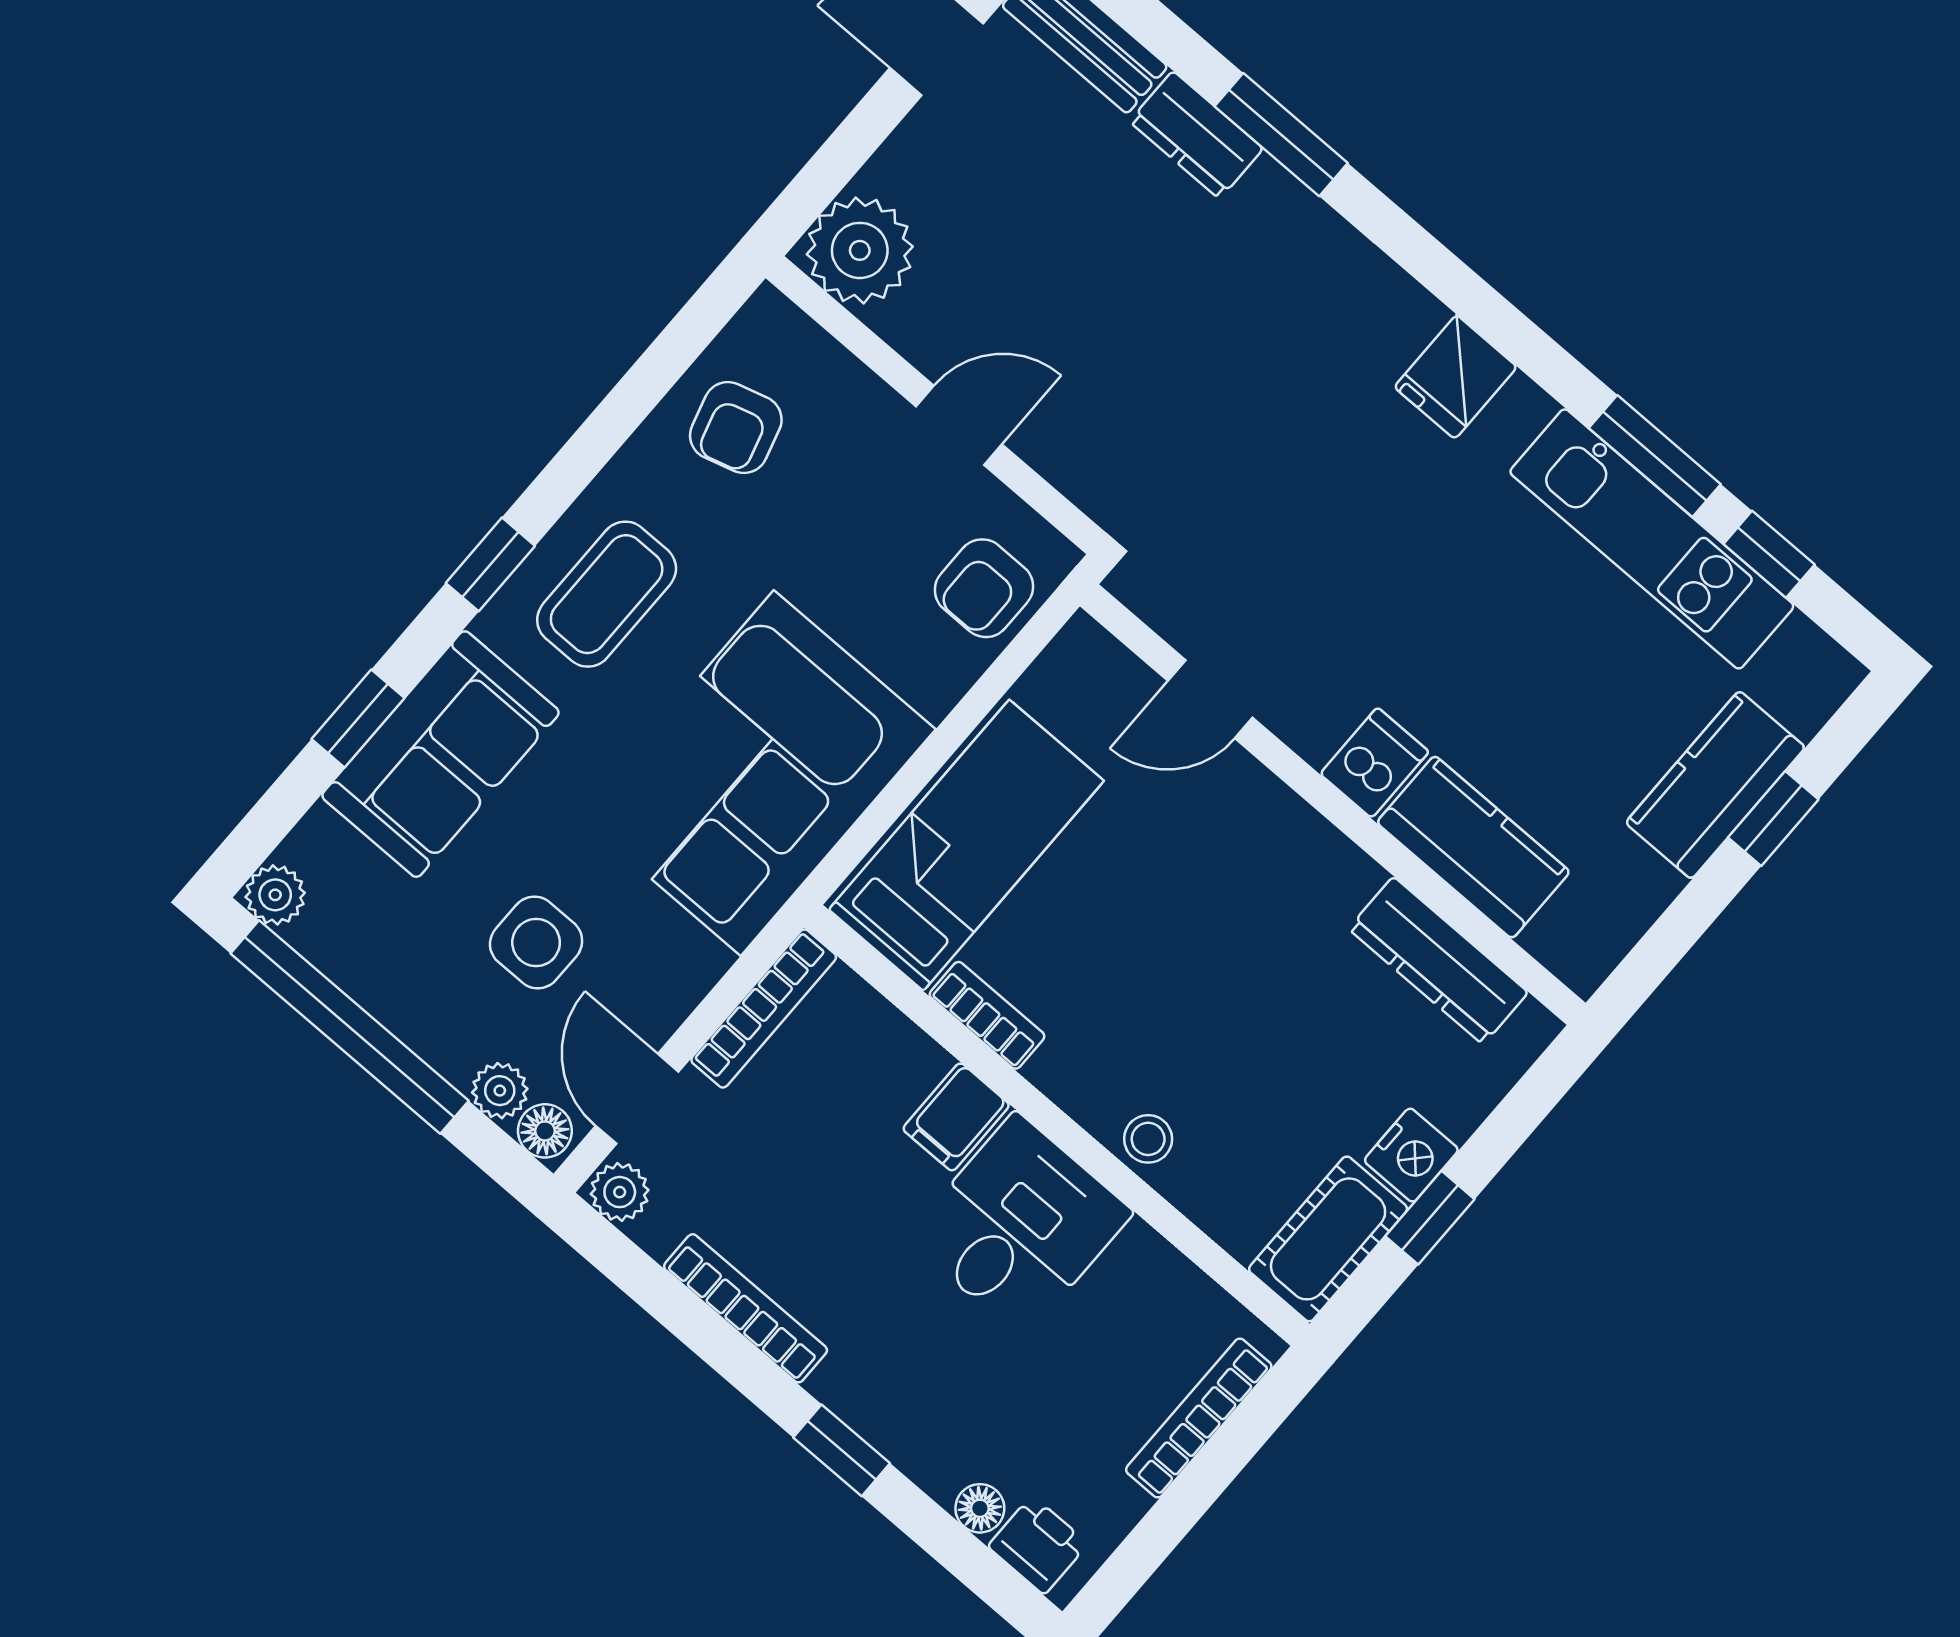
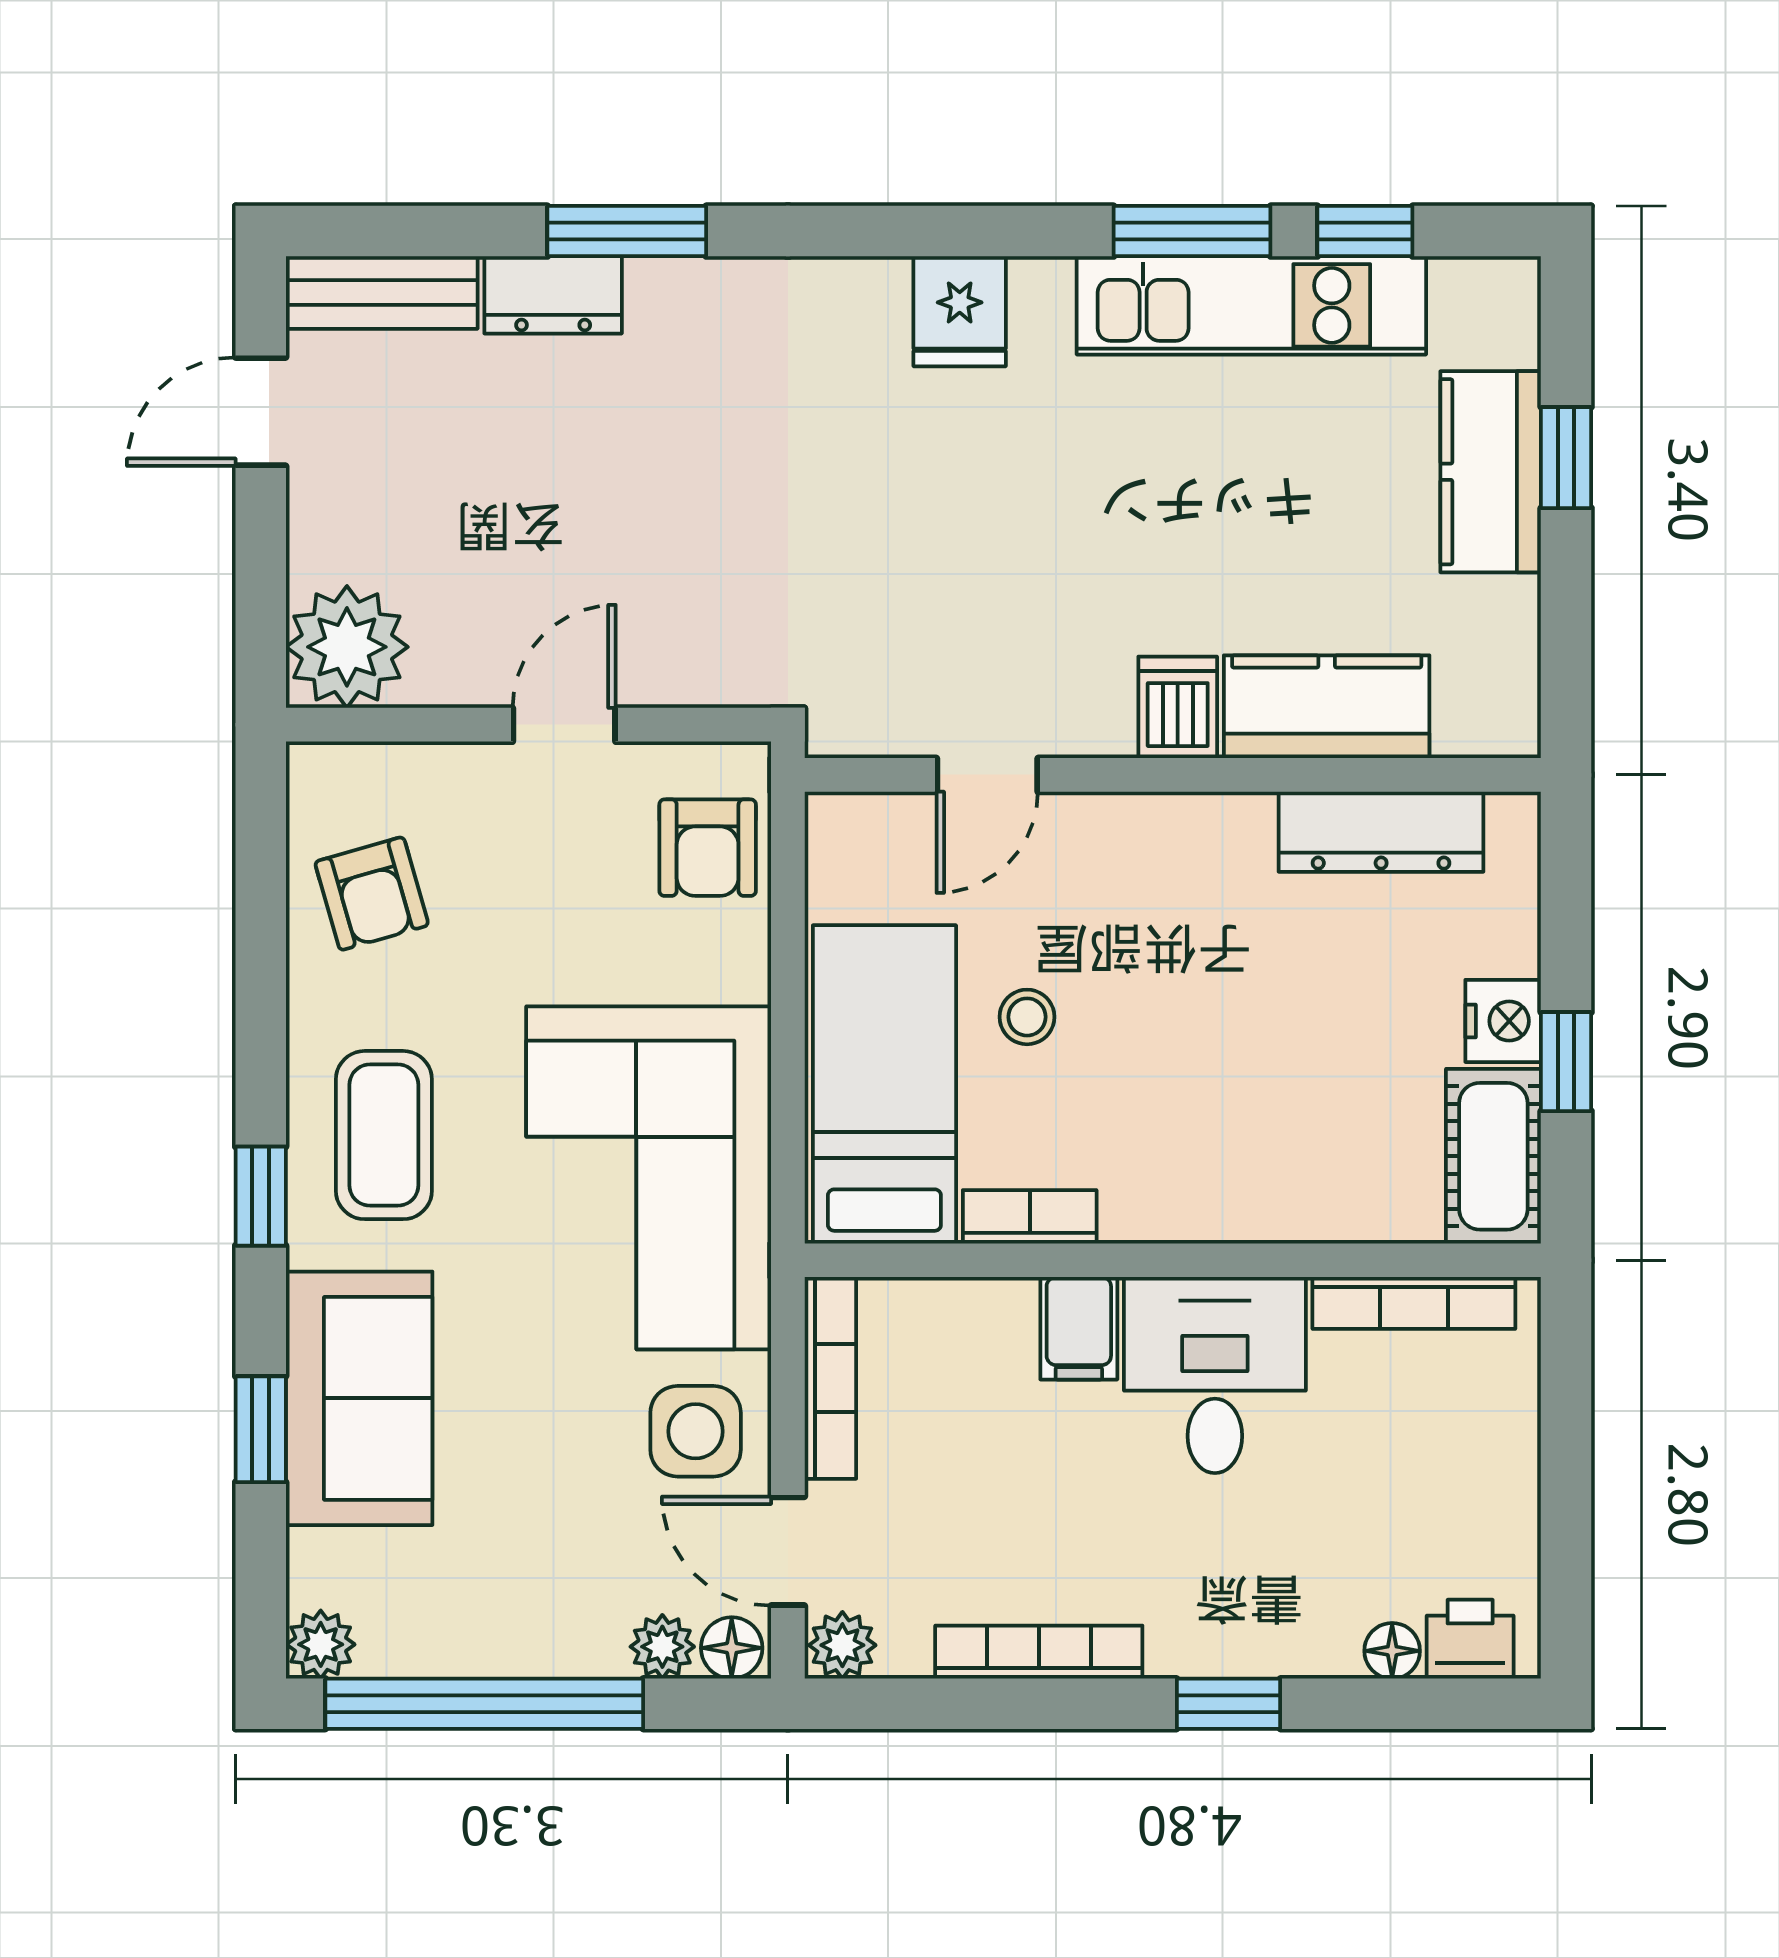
side table: (536, 943) -> (696, 1431), moved
stool: (1148, 1139) -> (1027, 1017), moved
bookcase: (1199, 1418) -> (1414, 1303), moved, turned -90

